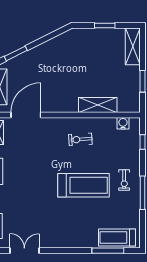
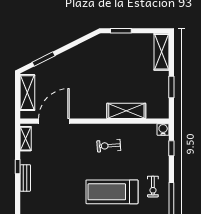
window: (105, 25) -> (121, 31), moved
water cooler: (123, 123) -> (163, 129), moved
treadmill: (84, 185) -> (112, 192), turned 180

